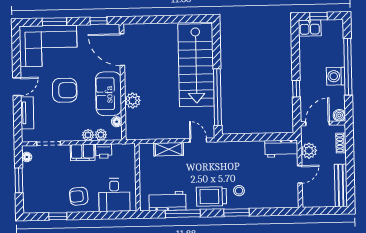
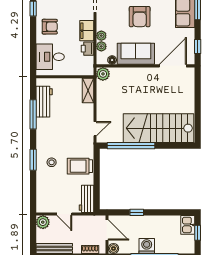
plant: (133, 101) -> (103, 74), moved
shelving: (169, 149) -> (88, 90), moved
plant: (309, 151) -> (43, 222), moved
armchair: (79, 196) -> (50, 27), turned 95
trolley: (211, 196) -> (80, 166), moved, turned -90

